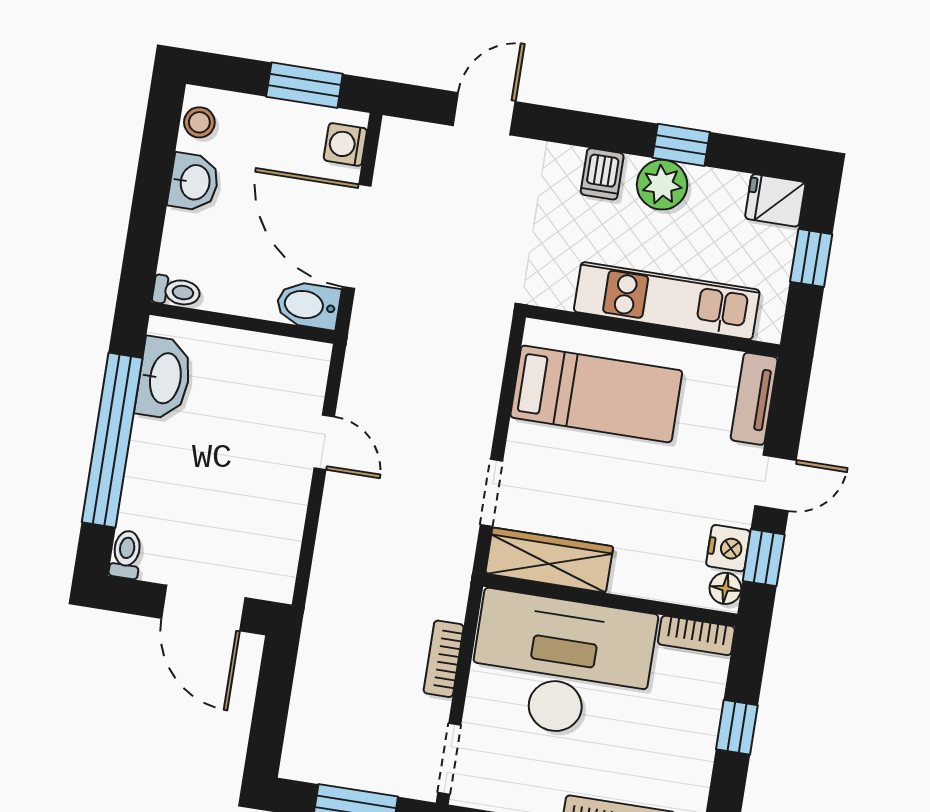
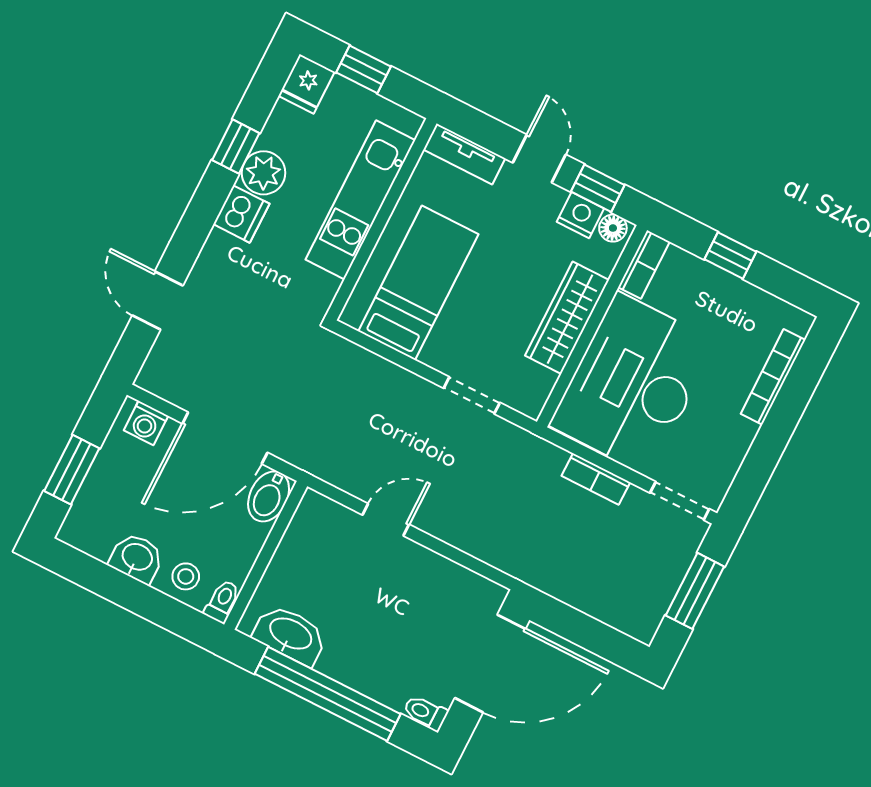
window: (304, 85) -> (72, 470), moved
stool: (199, 122) -> (186, 576), moved
dishwasher: (602, 174) -> (241, 214), width x1.38
wardrobe: (549, 560) -> (567, 318), moved
door: (203, 608) -> (490, 663), width x1.36

